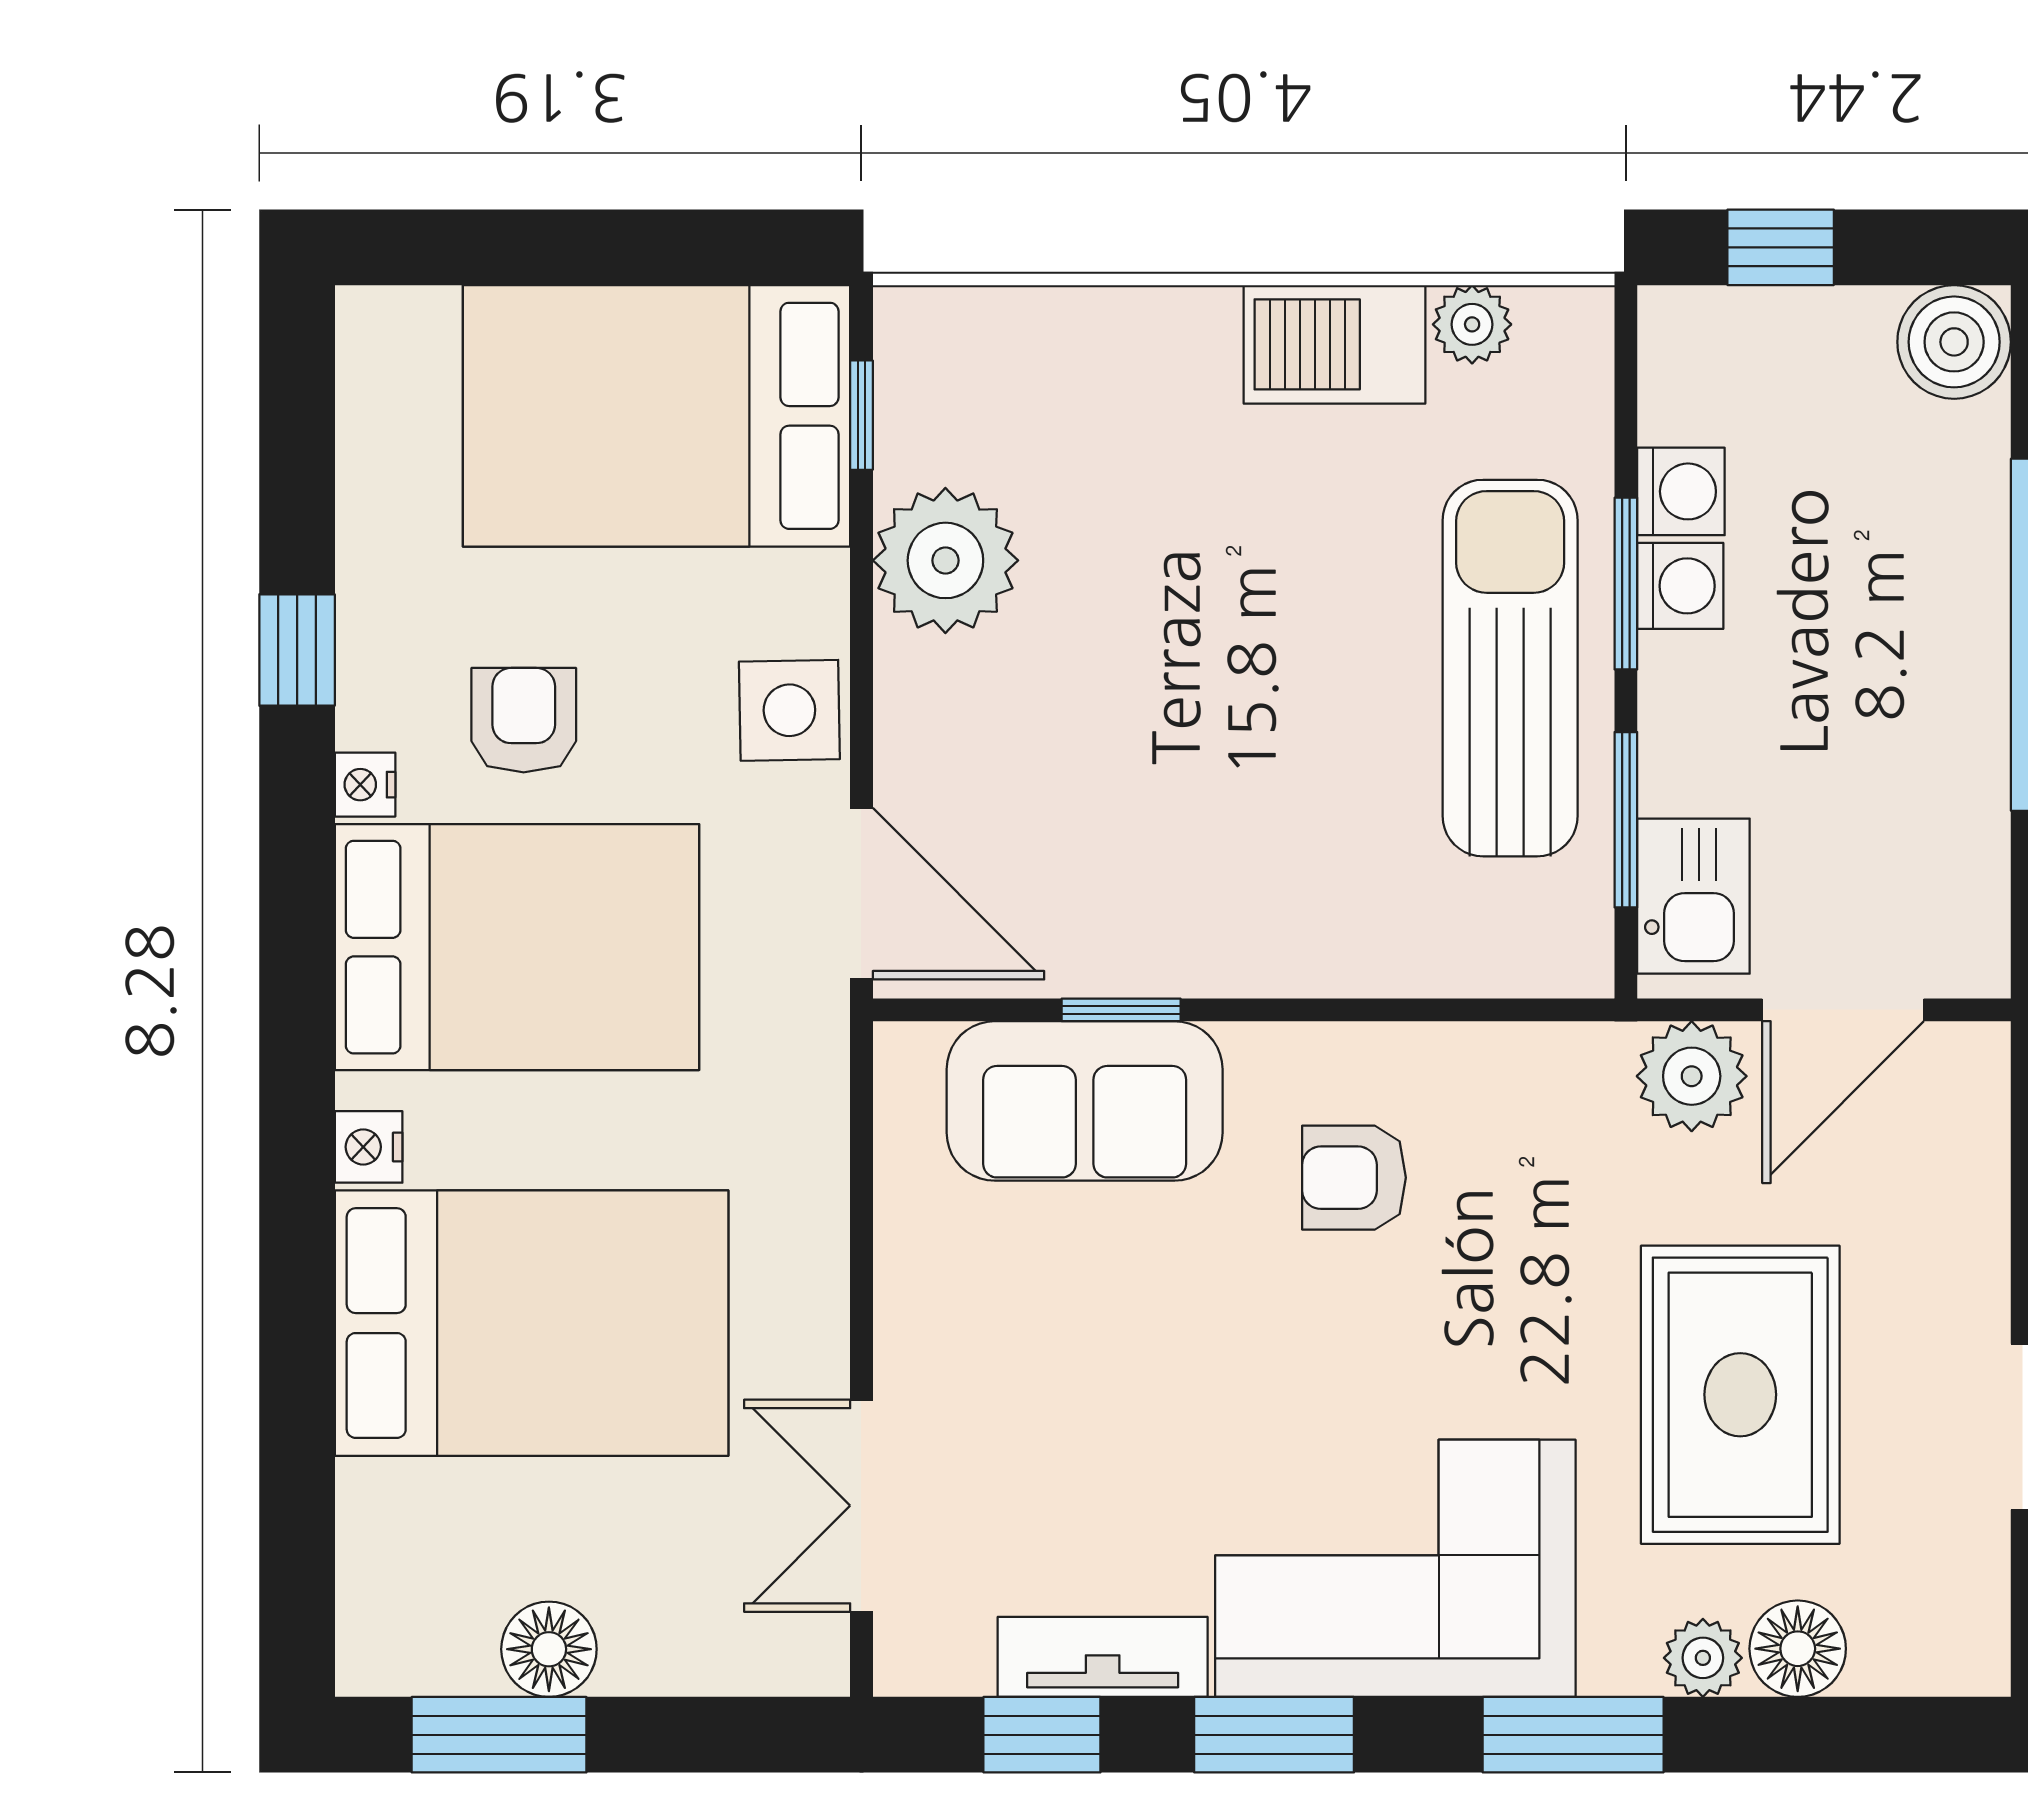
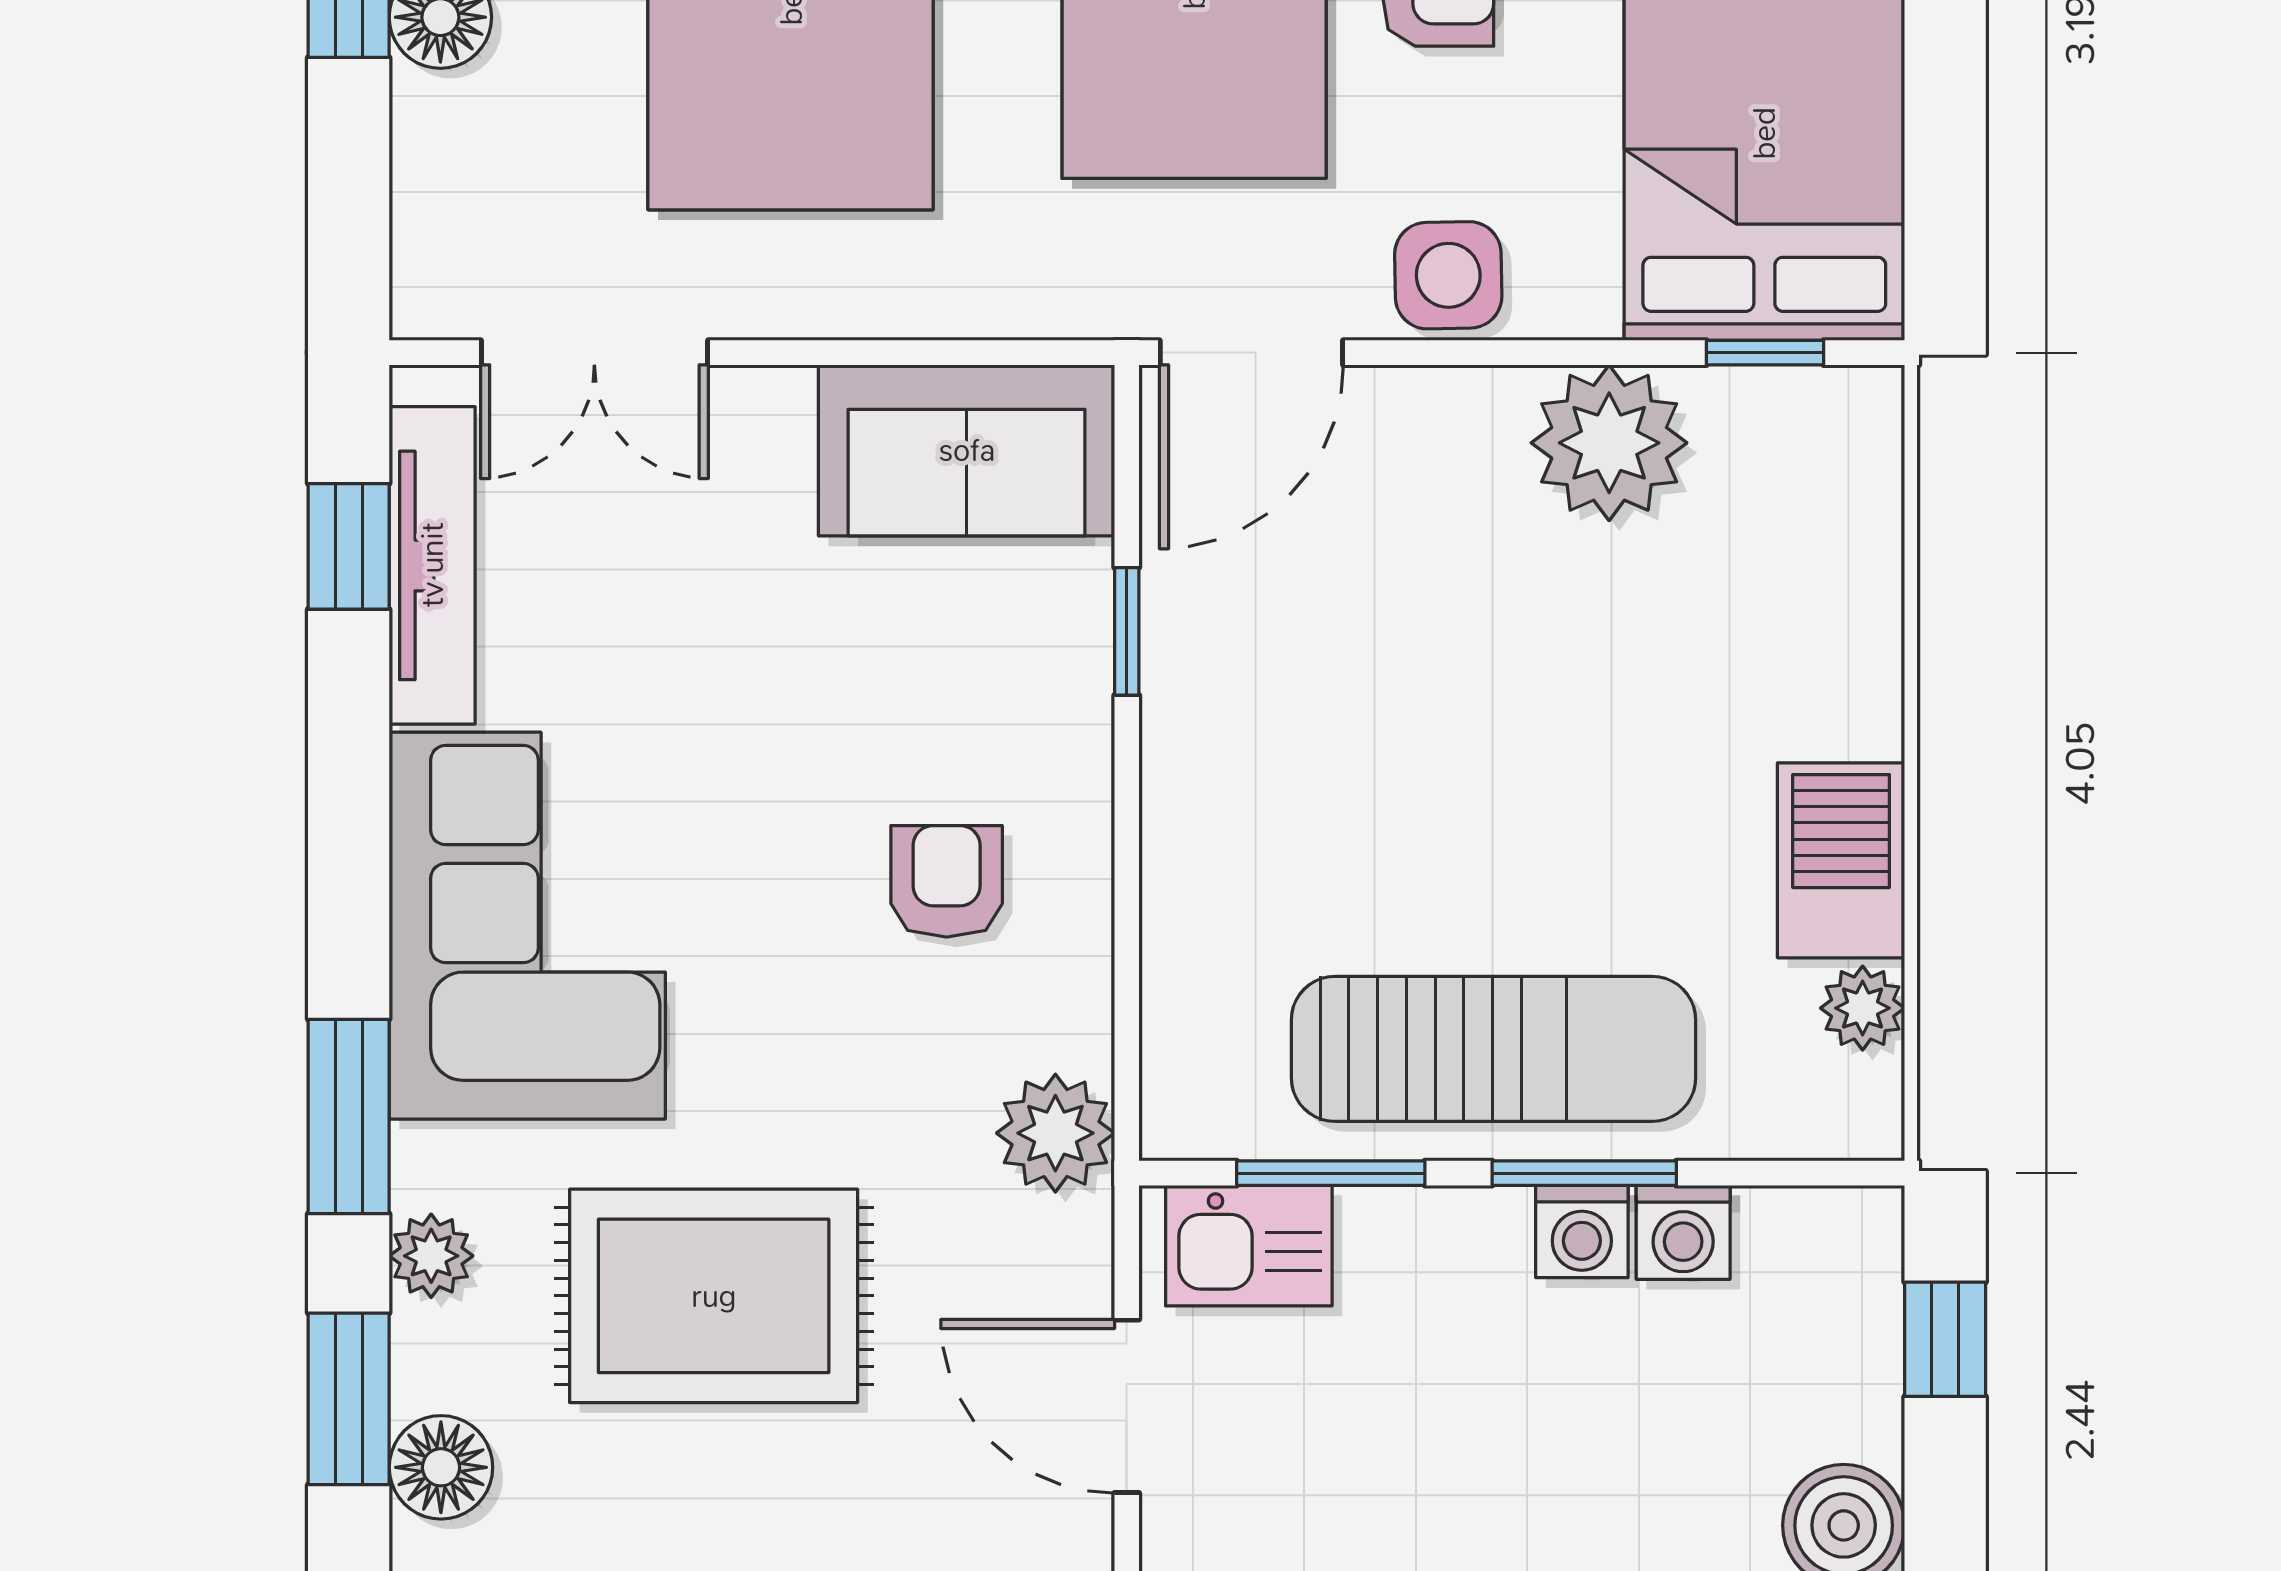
plant: (1692, 1076) -> (1055, 1133), moved
sofa: (1085, 1101) -> (967, 450), moved, turned -90
double door: (861, 1506) -> (594, 353), swing flipped
floor lamp: (1798, 1649) -> (441, 1467), moved
tv unit: (1103, 1657) -> (432, 565), width x1.41
window: (1274, 1735) -> (349, 1399), moved

